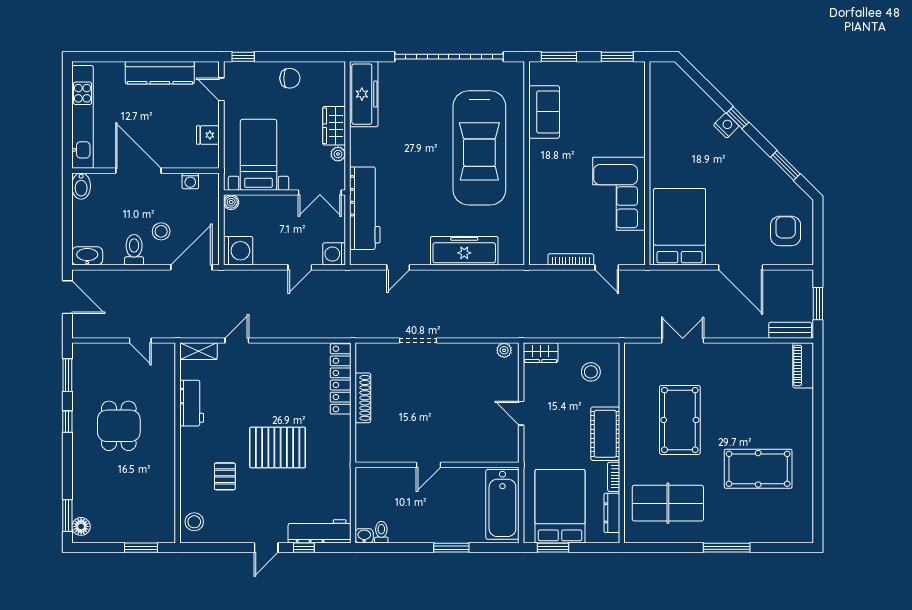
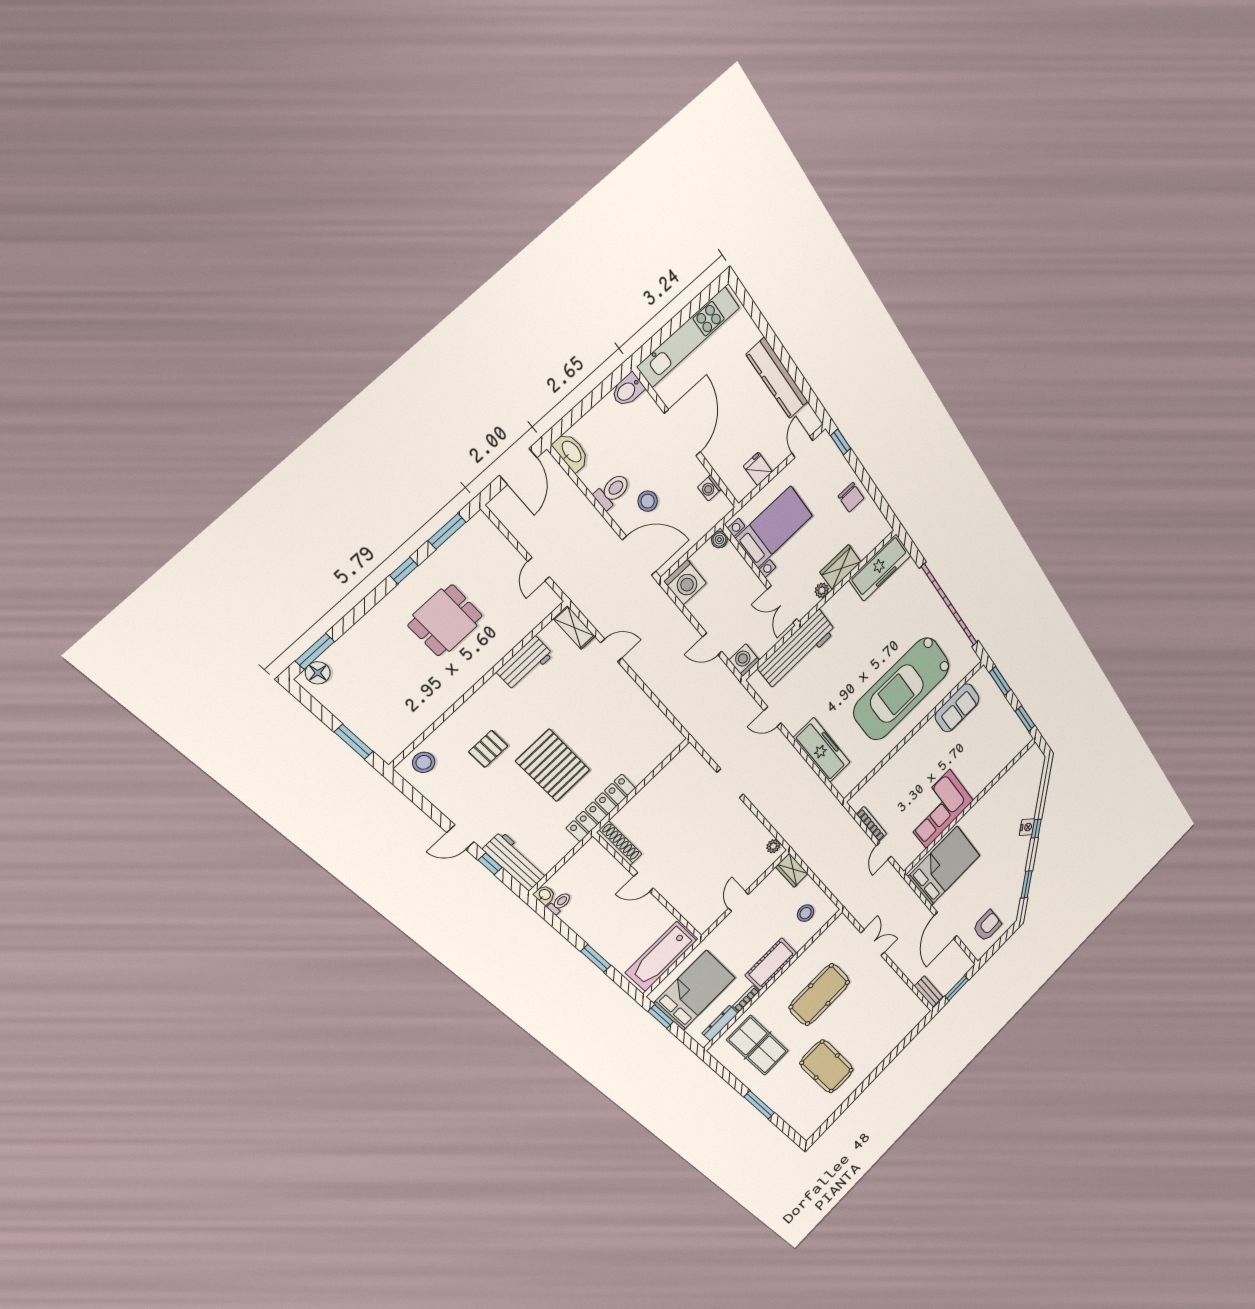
piano: (803, 365) -> (913, 1020), removed
locker: (341, 379) -> (601, 808), moved
shoe rack: (363, 398) -> (619, 843), moved, turned -90

